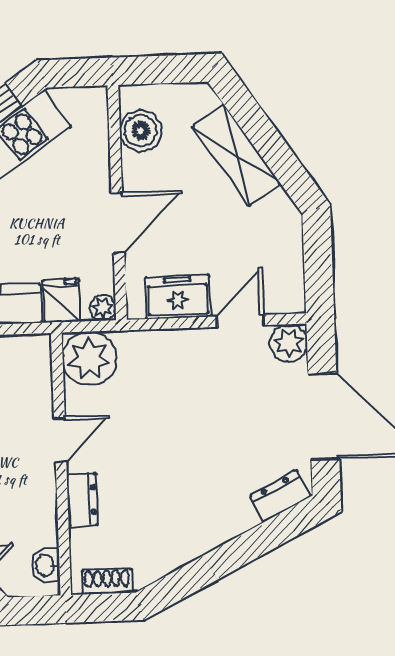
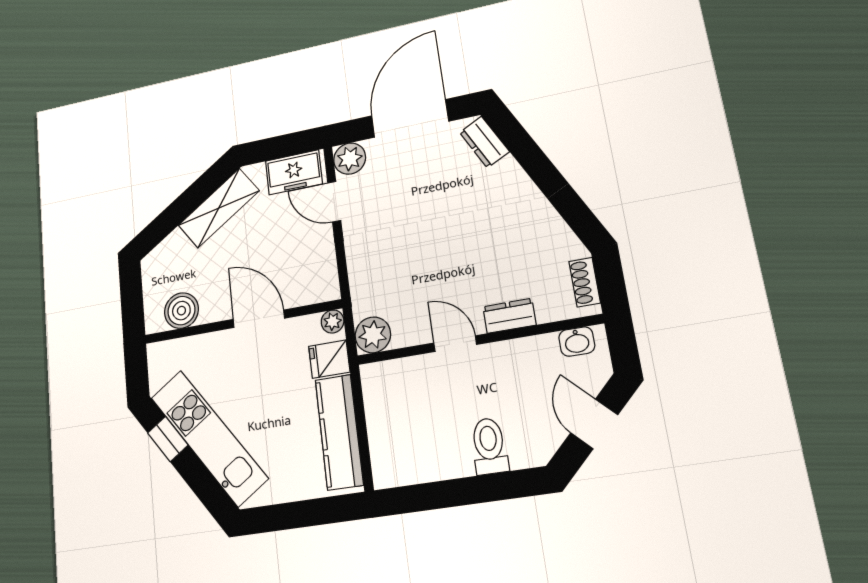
shelving: (237, 155) -> (219, 208), moved
freezer: (178, 297) -> (294, 172), moved, turned -90
plant: (89, 358) -> (373, 335), width x0.73, depth x0.73

